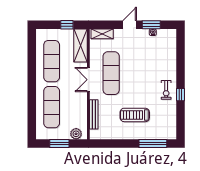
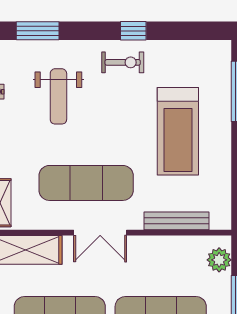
window: (181, 51) -> (38, 31), added
weight bench: (151, 60) -> (58, 96), added
treadmill: (135, 115) -> (178, 131), width x1.37, depth x1.38

